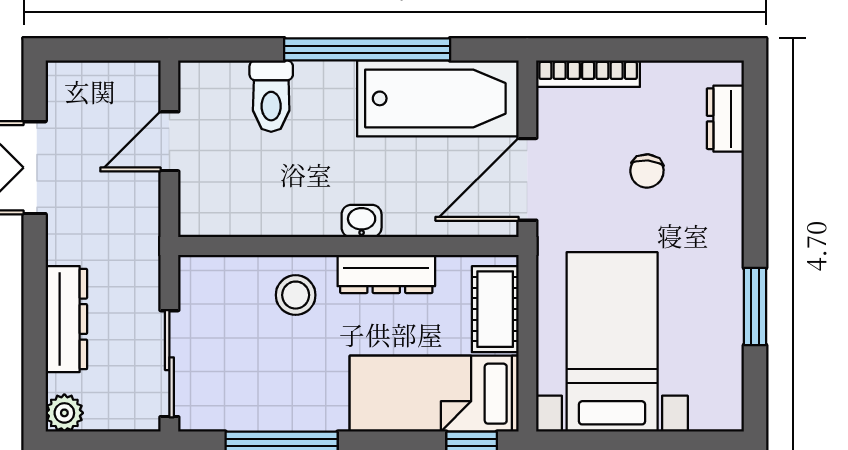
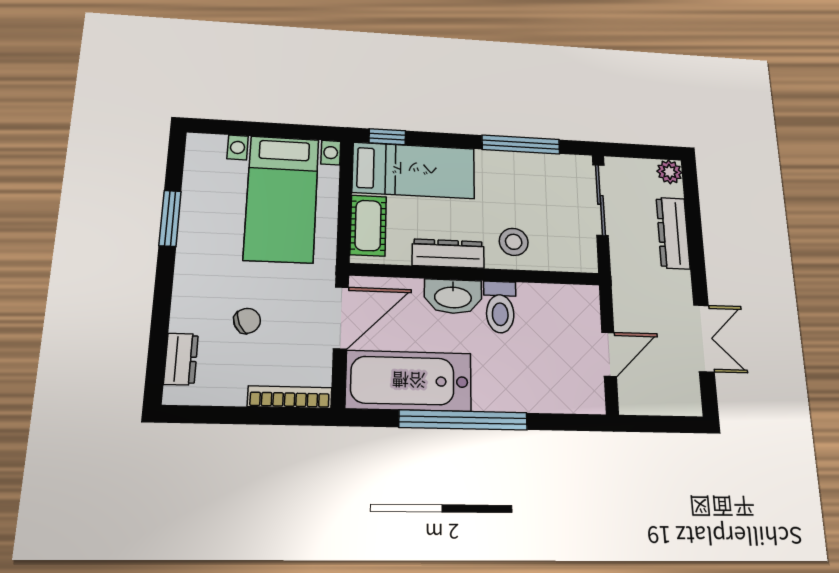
toilet: (271, 96) -> (500, 307), moved, turned 180
chair: (647, 171) -> (247, 321), turned 60
washbasin: (362, 221) -> (453, 296), width x1.91, depth x1.45

